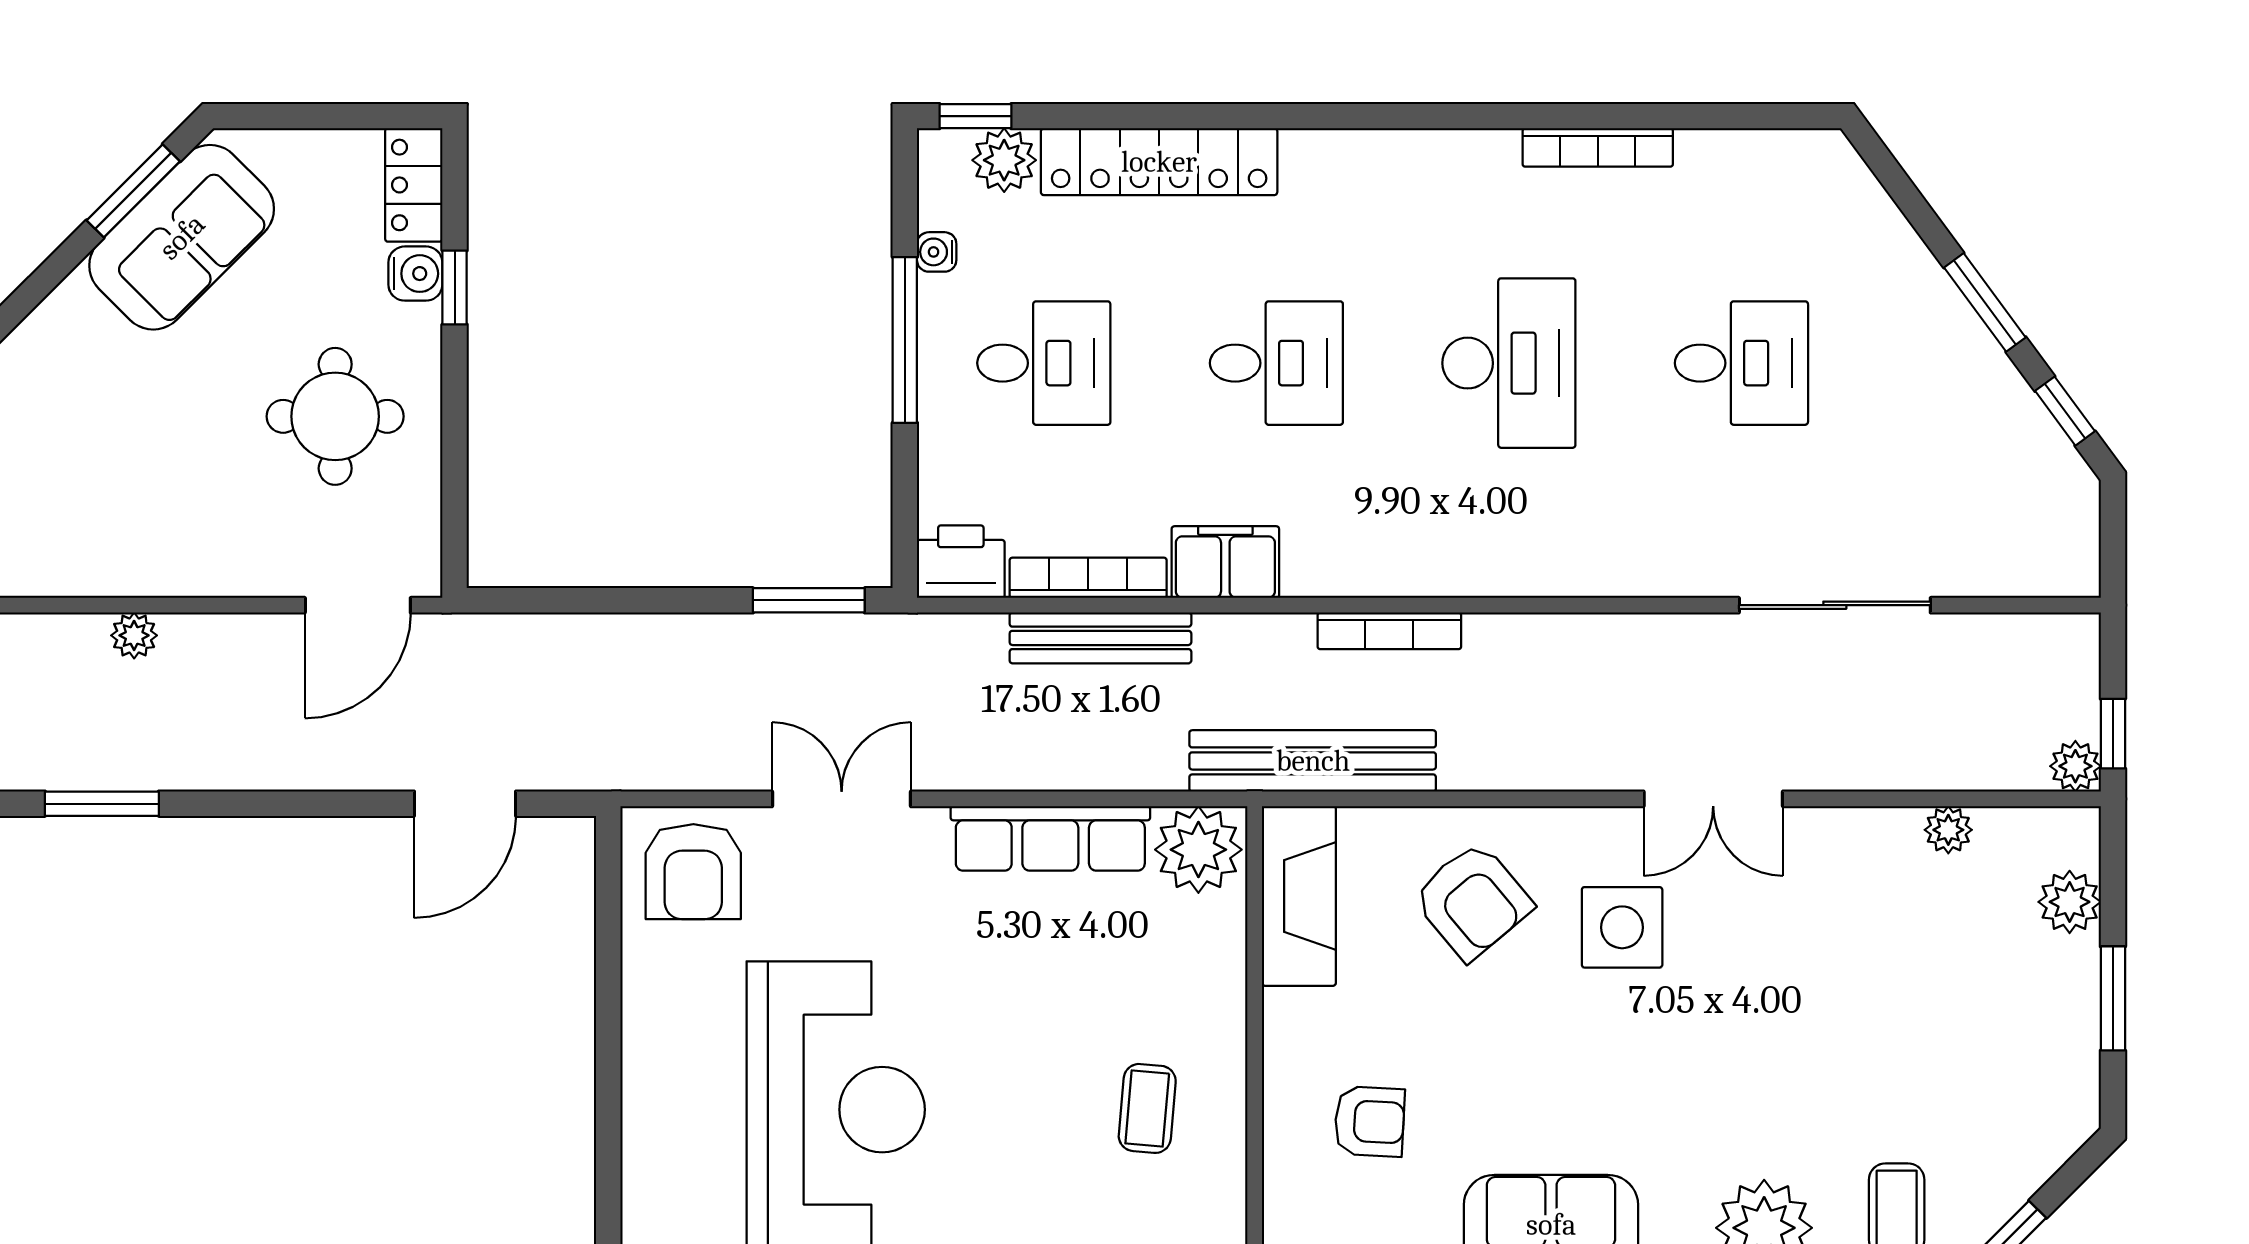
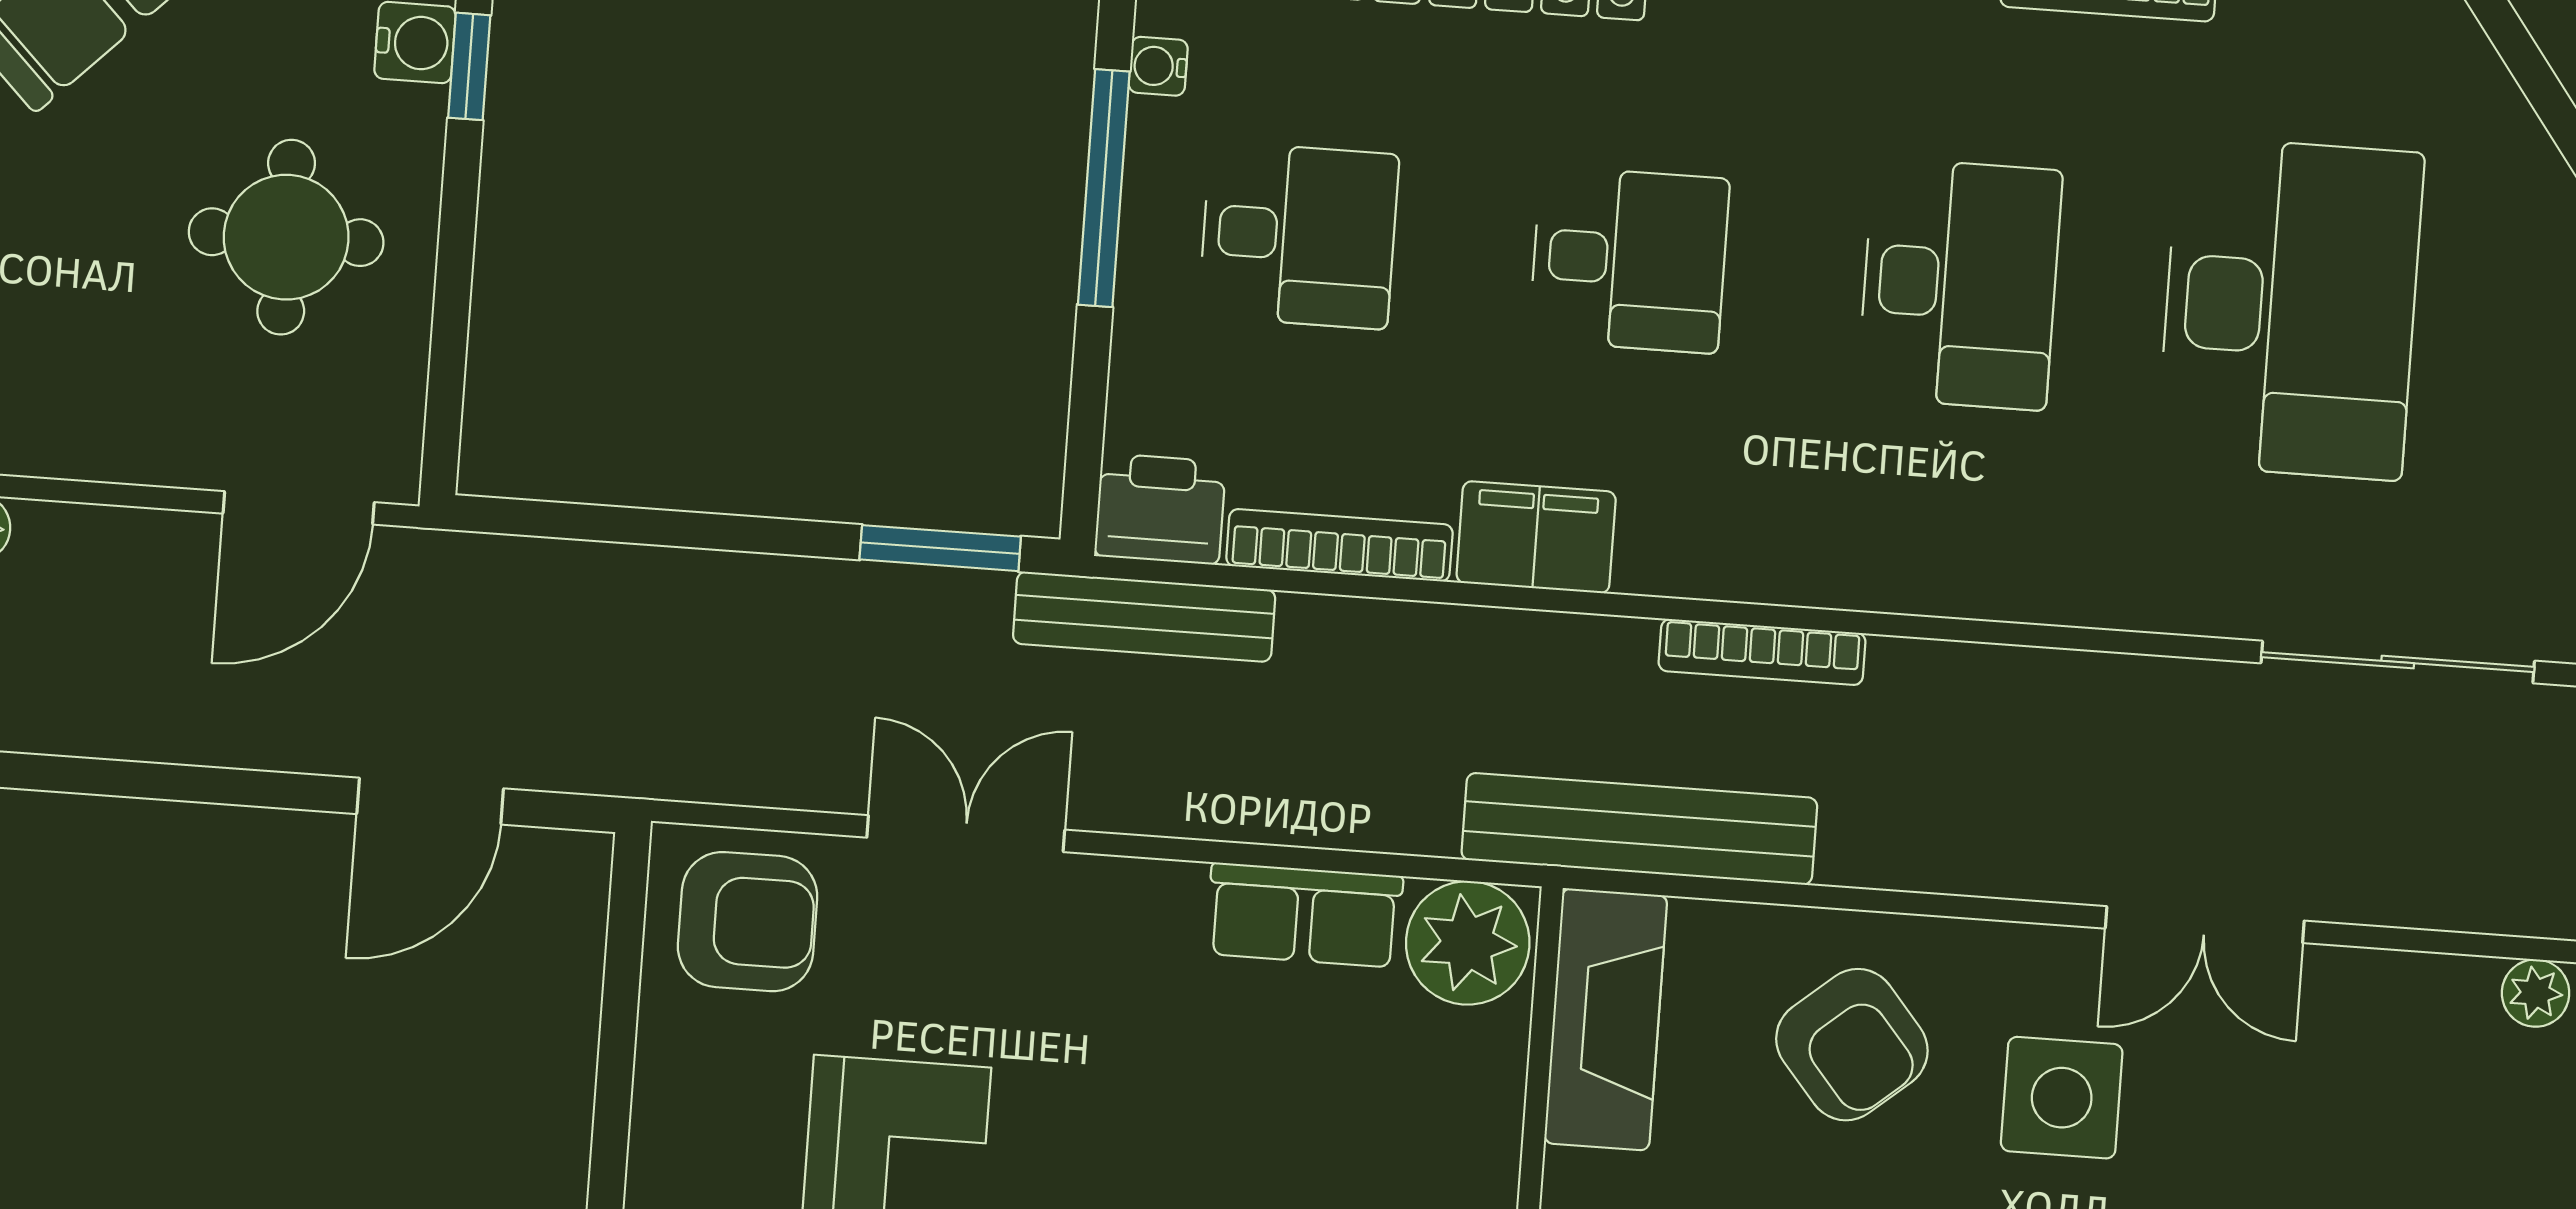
desk: (1741, 363) -> (2290, 308), width x1.87, depth x1.30
bench: (1100, 638) -> (1144, 617), moved
row of seats: (1050, 838) -> (1304, 915), width x0.68
armchair: (693, 872) -> (748, 922), turned -90

